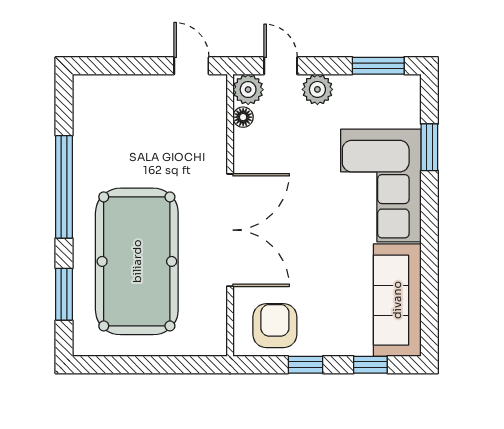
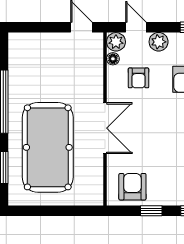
armchair: (285, 148) -> (138, 78), added
double door: (230, 230) -> (105, 128), width x0.73

